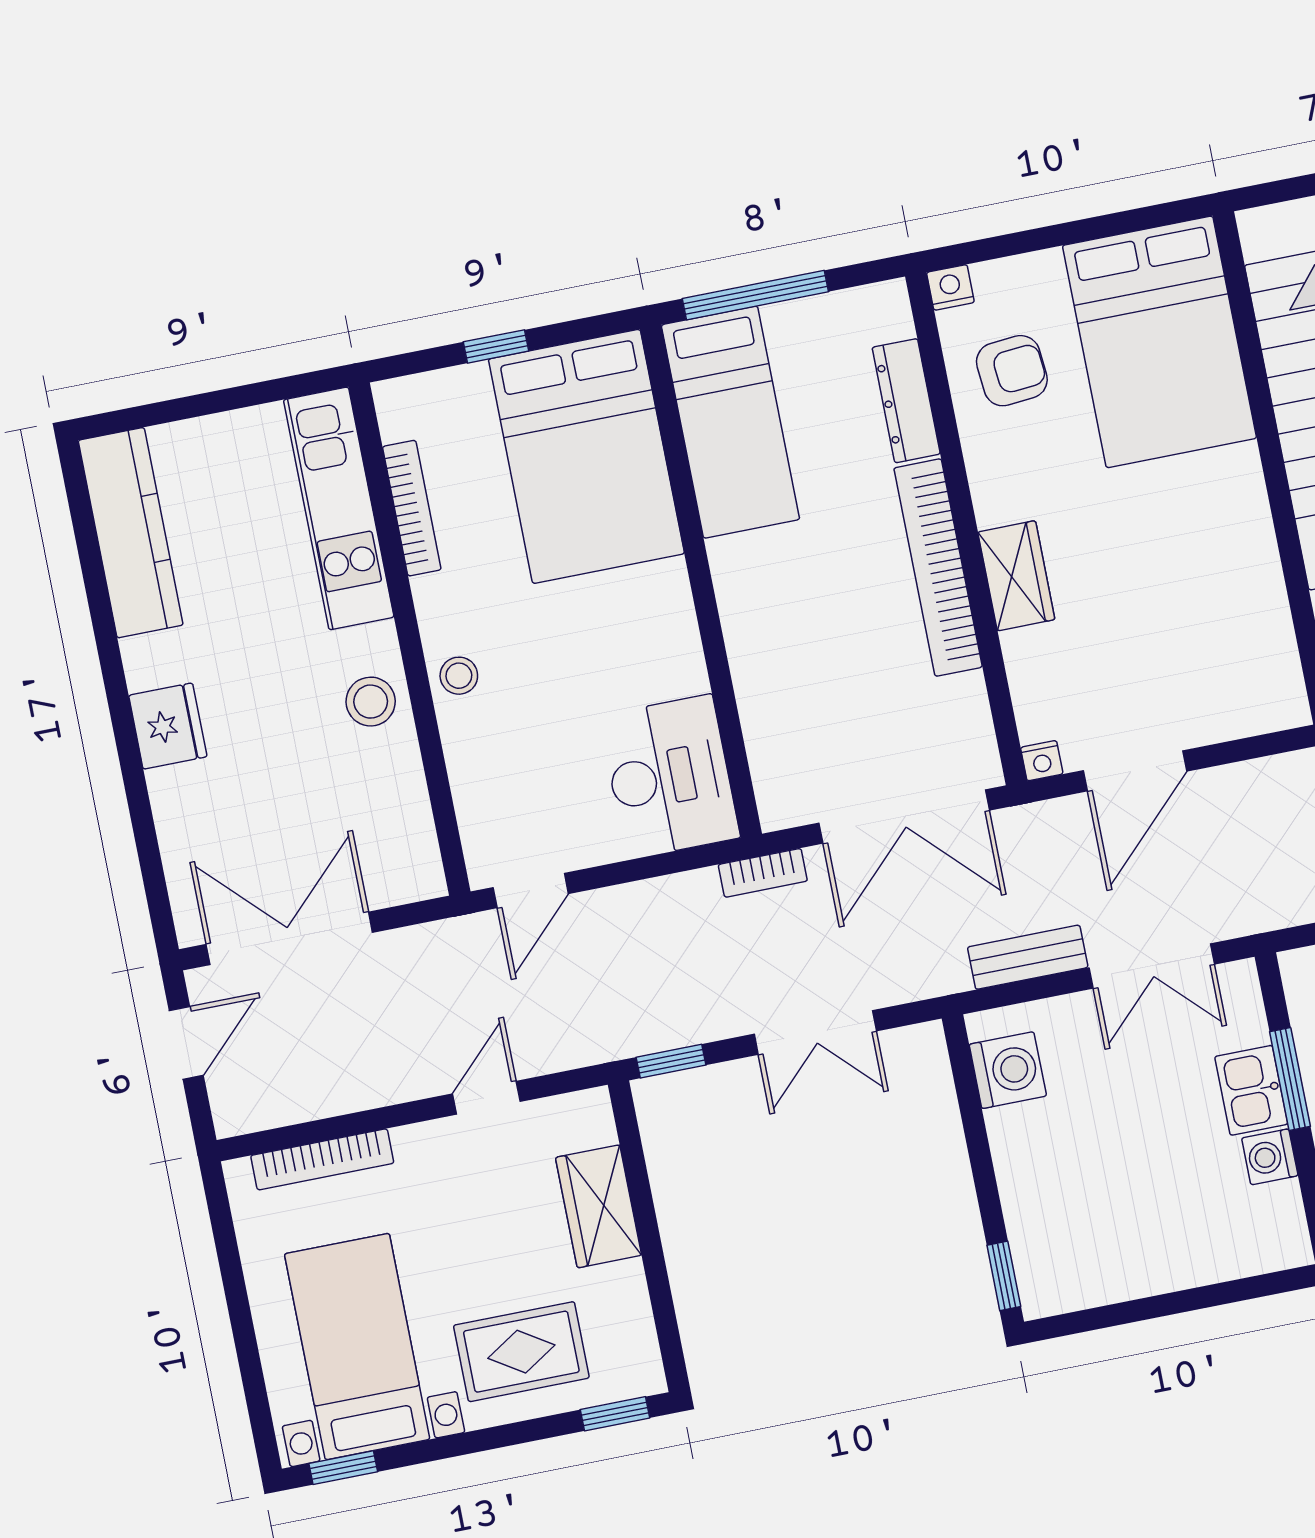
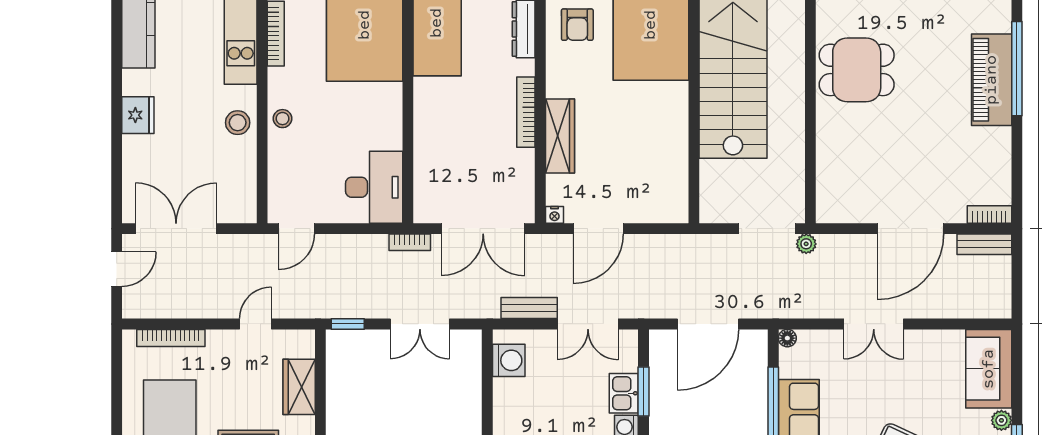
armchair: (1012, 371) -> (577, 25), turned 95
bookcase: (938, 568) -> (526, 112), width x0.68, depth x0.76
wardrobe: (1016, 576) -> (560, 136), width x1.50

